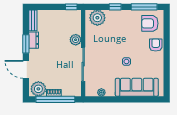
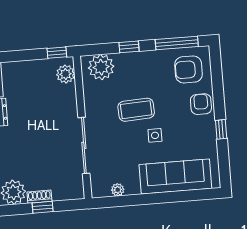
plant: (76, 40) -> (66, 74), moved
coffee table: (116, 45) -> (136, 110), added
window: (167, 61) -> (221, 129), added
window: (55, 99) -> (43, 207), width x0.32

